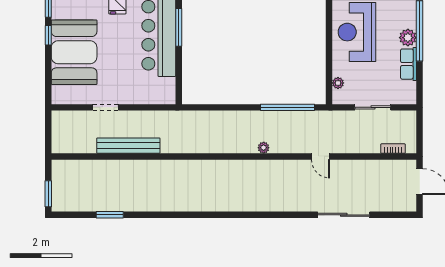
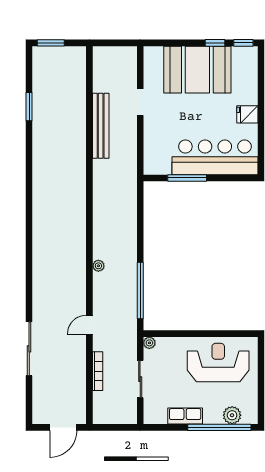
window: (179, 27) -> (187, 178), moved
plant: (408, 38) -> (232, 415), moved
plant: (338, 83) -> (149, 343), moved
bookcase: (393, 149) -> (98, 371), moved, width x1.56

